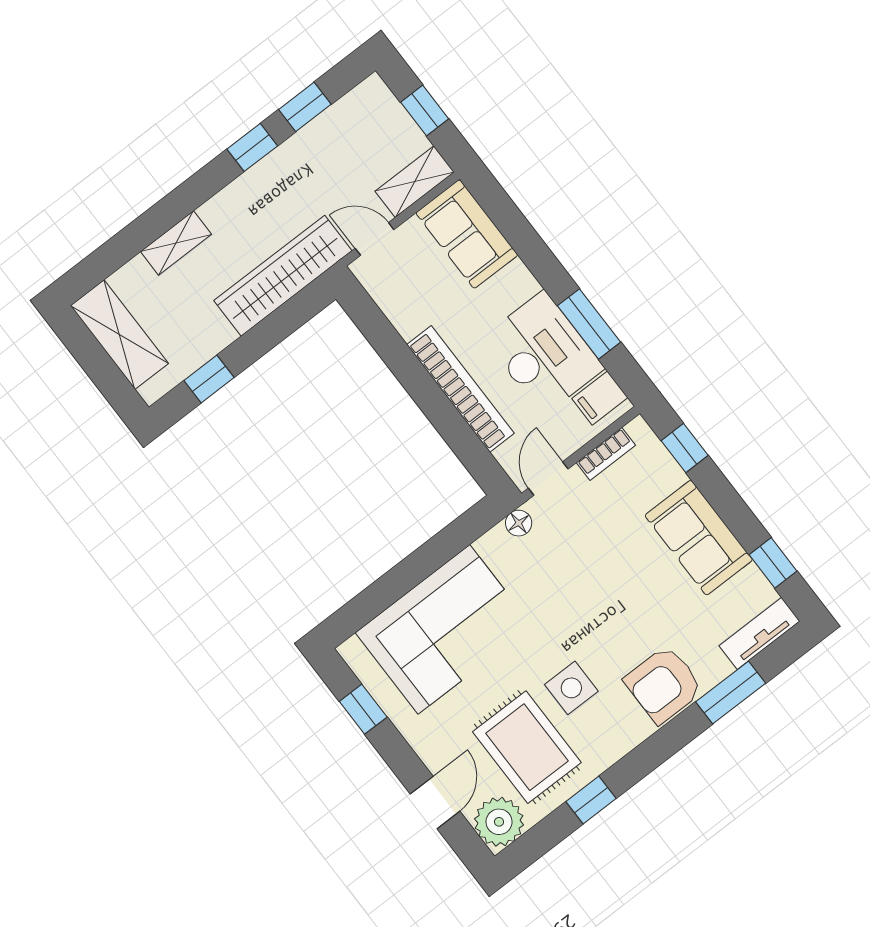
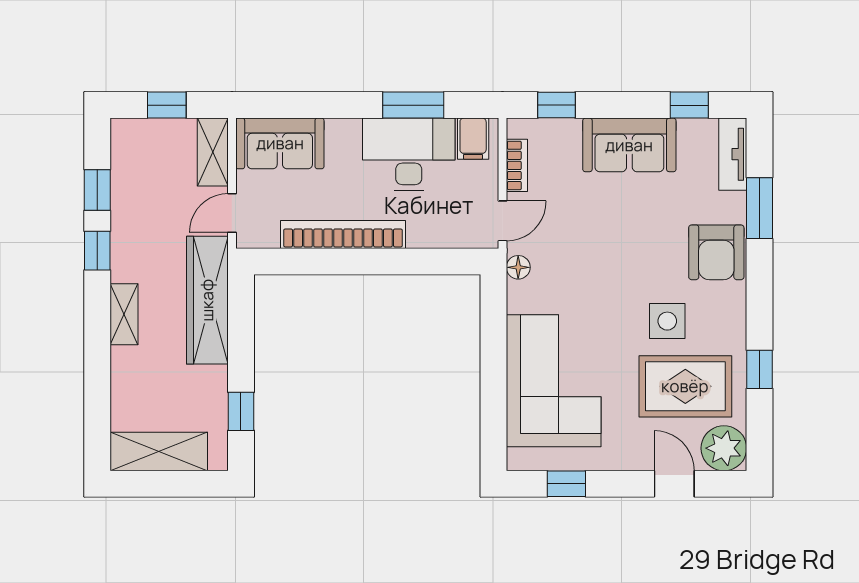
shelving: (176, 243) -> (124, 314), moved
bookcase: (460, 389) -> (343, 235), moved
door: (548, 478) -> (502, 221), swing flipped

